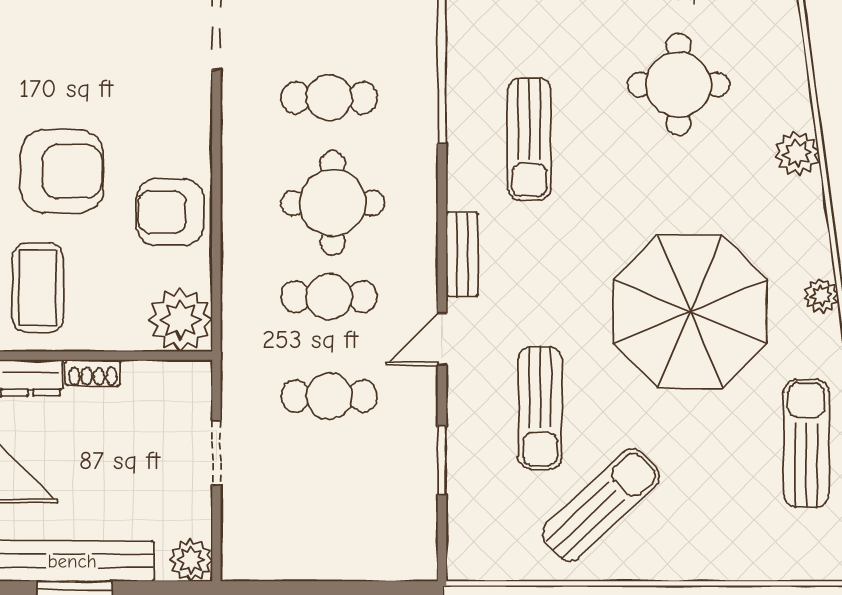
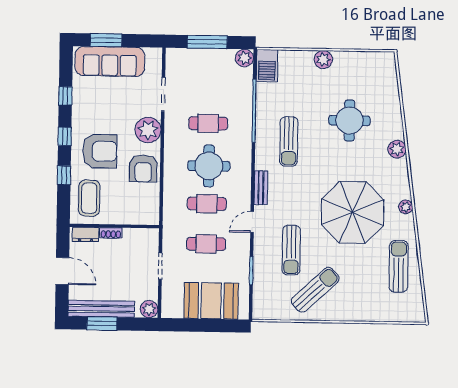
armchair: (170, 212) -> (143, 168), turned -90
plant: (181, 320) -> (148, 130), moved
booth: (344, 537) -> (211, 301), added

